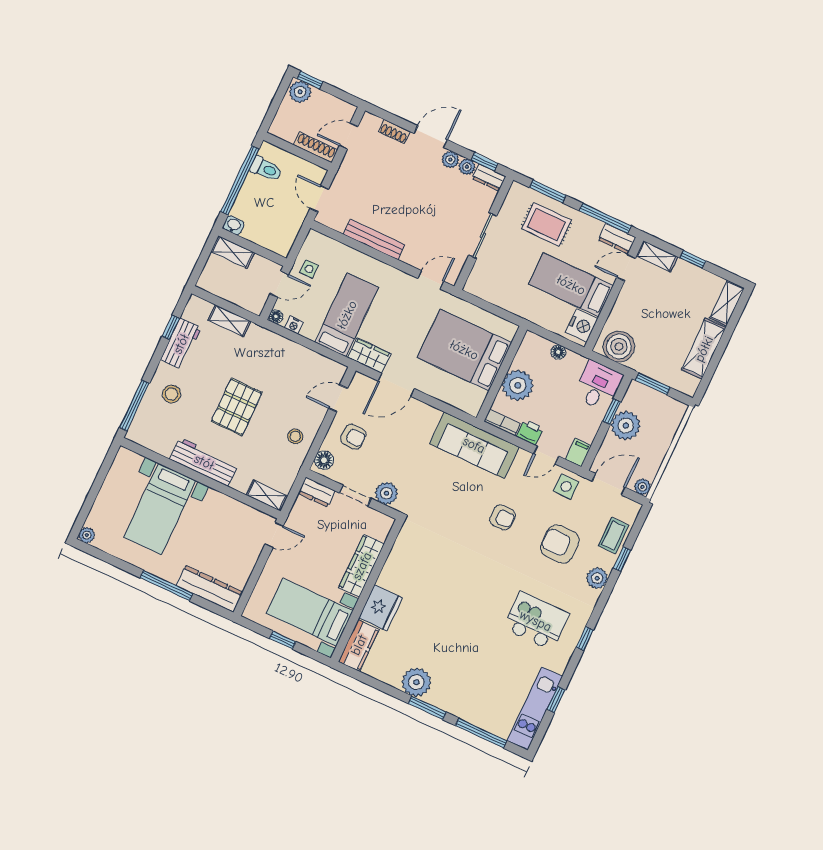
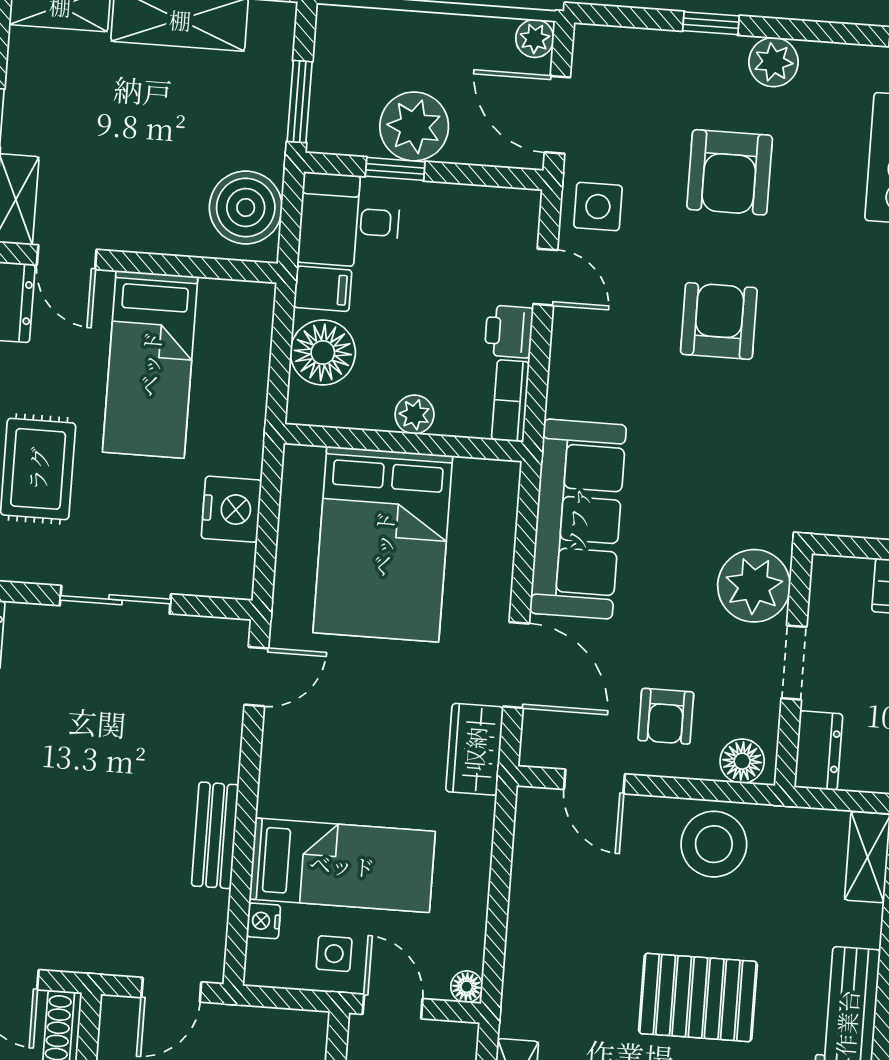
bench: (374, 240) -> (215, 835), width x0.73
door: (431, 280) -> (256, 677), swing flipped
bed: (347, 315) -> (342, 865), moved, turned 180
nightstand: (294, 325) -> (264, 921), moved, turned 180
nightstand: (582, 325) -> (231, 509), moved, turned 90
floor lamp: (558, 352) -> (323, 352), width x1.89, depth x1.89
plant: (518, 385) -> (414, 414), width x0.53, depth x0.53
stool: (295, 436) -> (714, 844), width x1.89, depth x1.89
armchair: (353, 437) -> (666, 716), turned 180
sofa: (474, 445) -> (578, 519), moved
filing cabinet: (578, 453) -> (323, 289), moved, turned 180
plant: (386, 493) -> (754, 586), width x1.36, depth x1.36
armchair: (502, 517) -> (719, 321), width x1.38, depth x1.38
coffee table: (613, 536) -> (666, 62), removed

